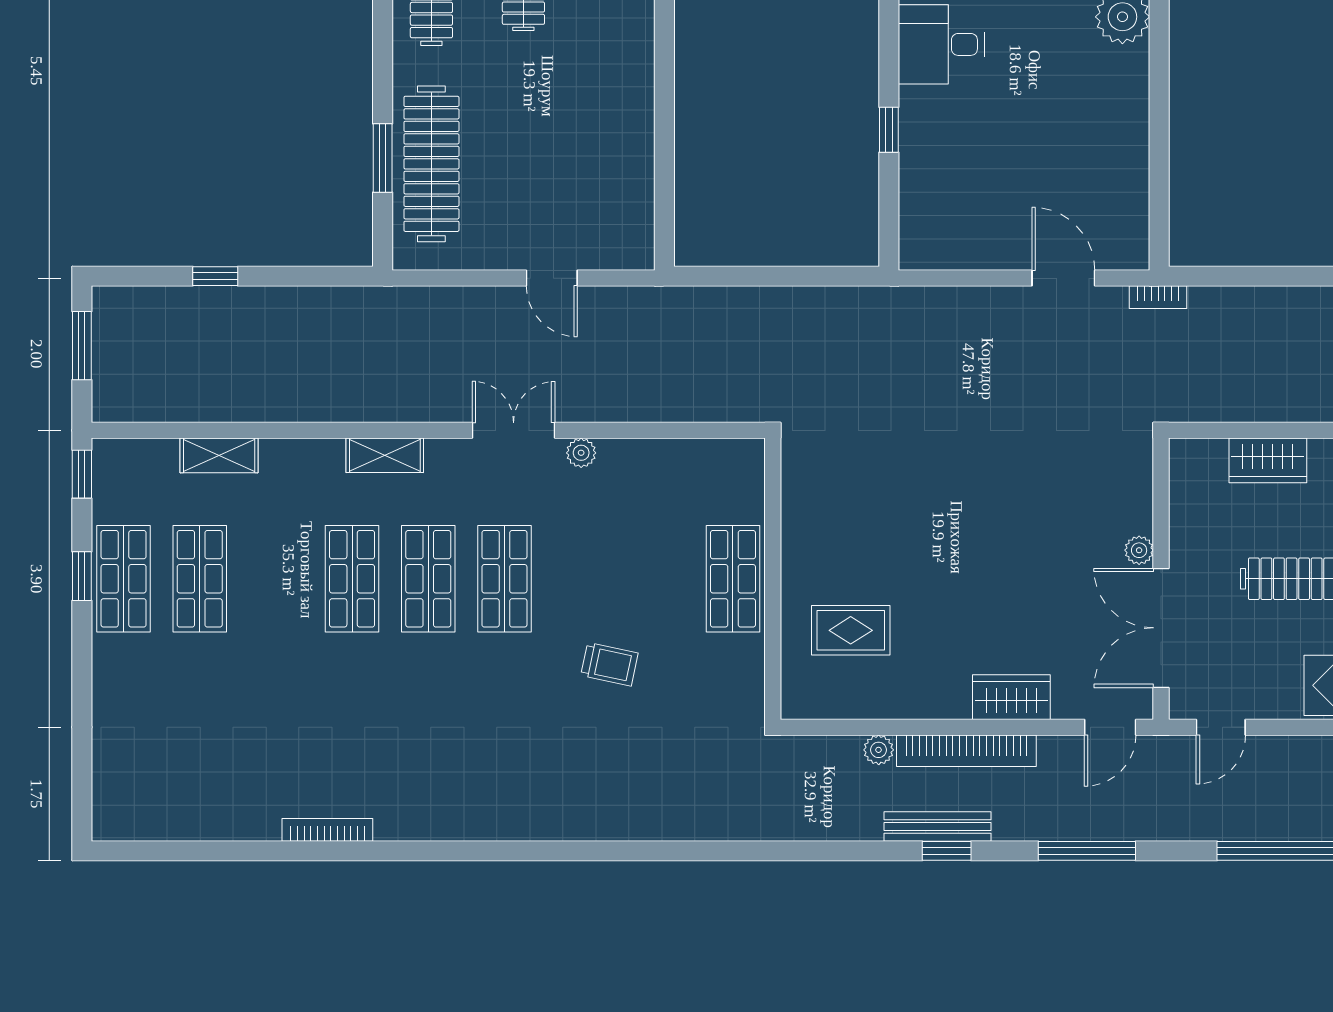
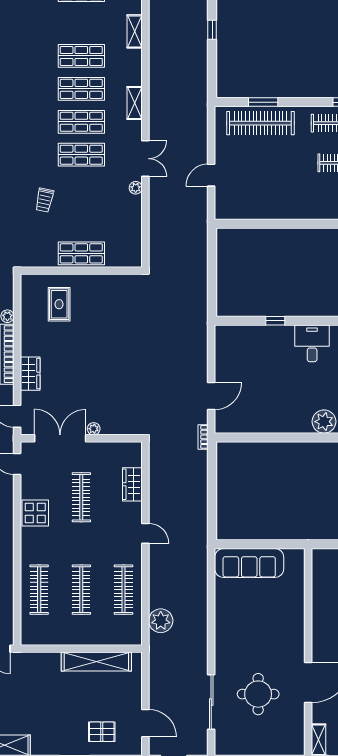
shop shelf: (200, 579) -> (81, 56), moved

